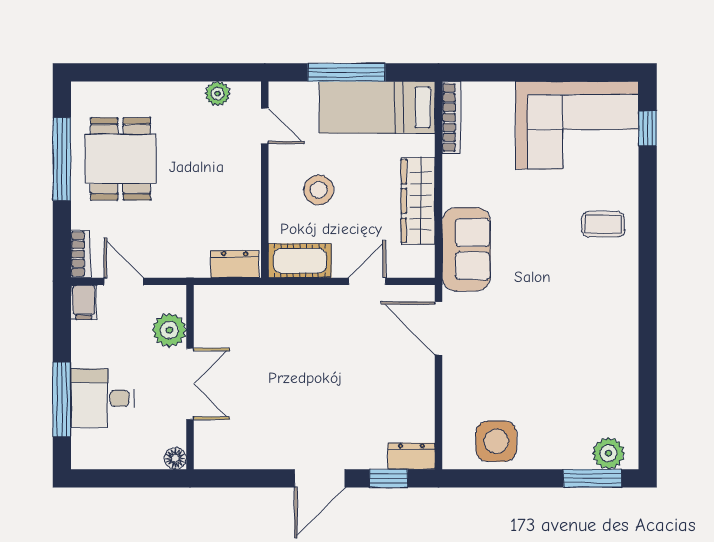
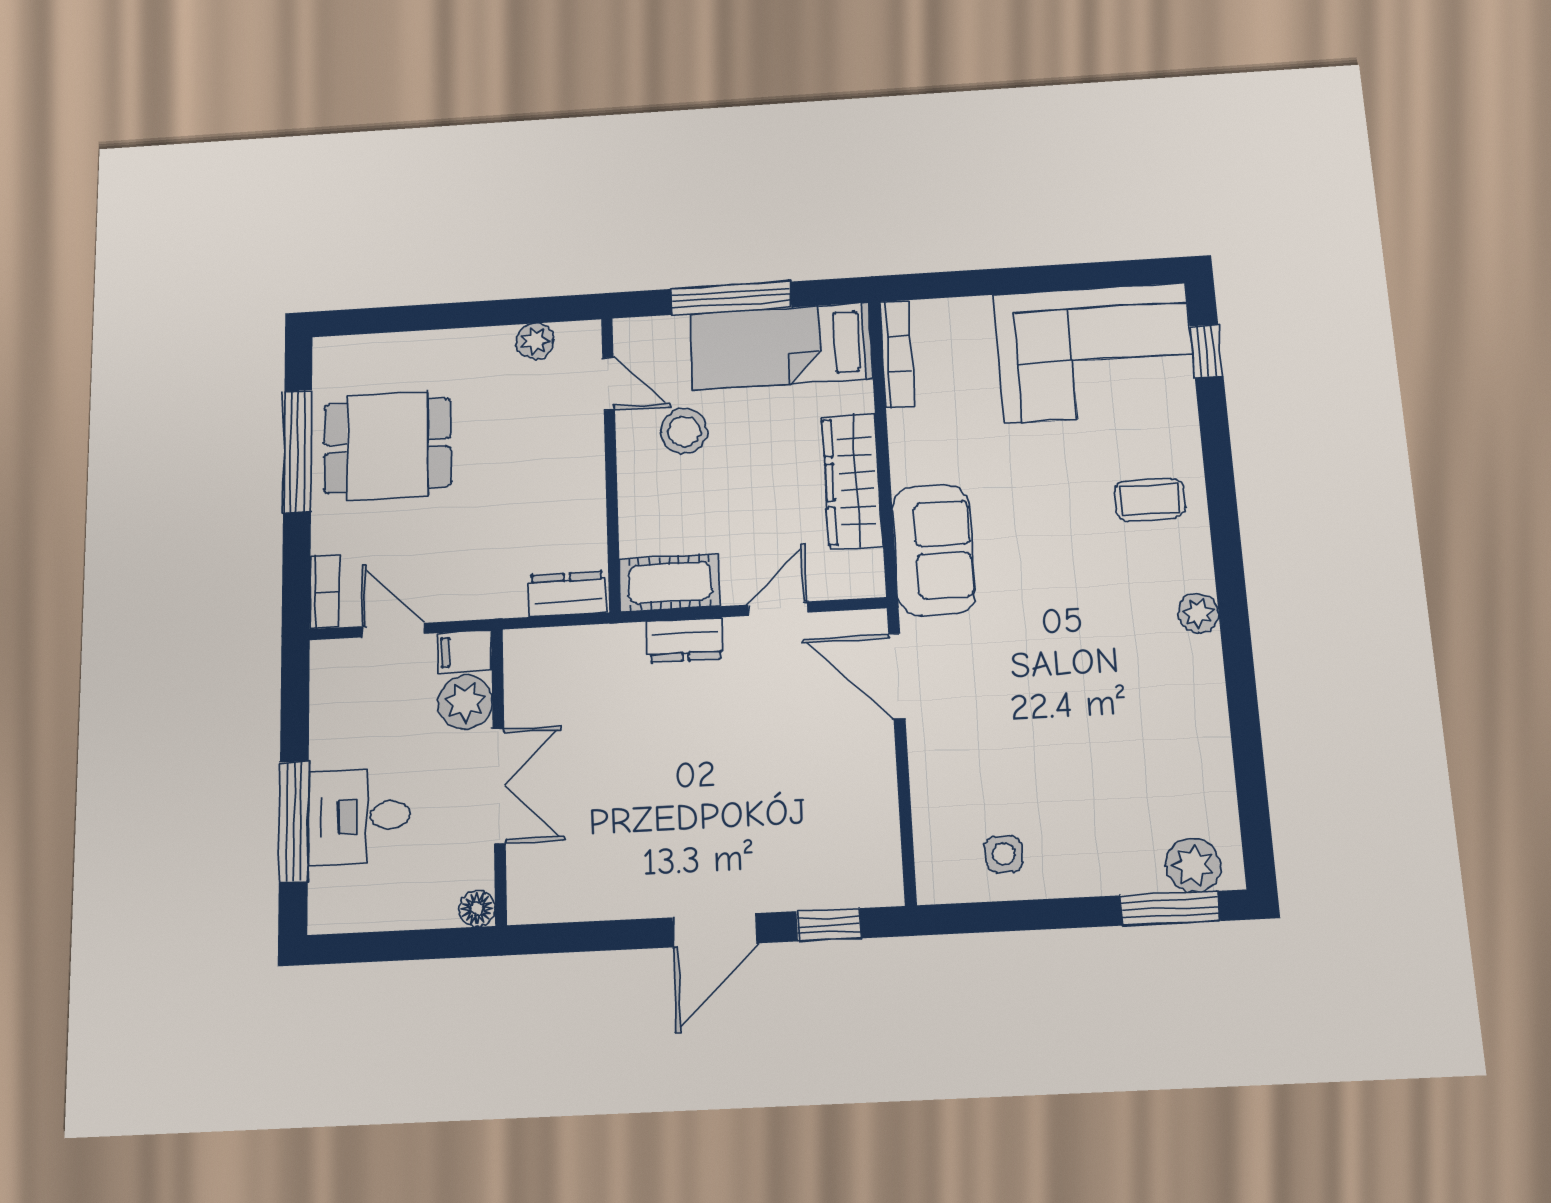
dining table: (121, 159) -> (388, 446), turned 90
stool: (319, 190) -> (684, 431), moved
plant: (626, 299) -> (1198, 613), added
filing cabinet: (84, 302) -> (464, 652), moved, turned 90
side table: (496, 441) -> (1004, 854), width x0.54, depth x0.54
dresser: (411, 456) -> (685, 640), moved, turned 180

